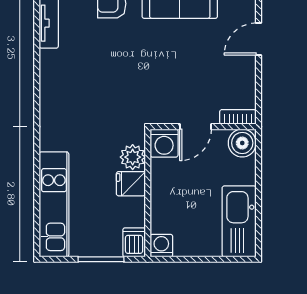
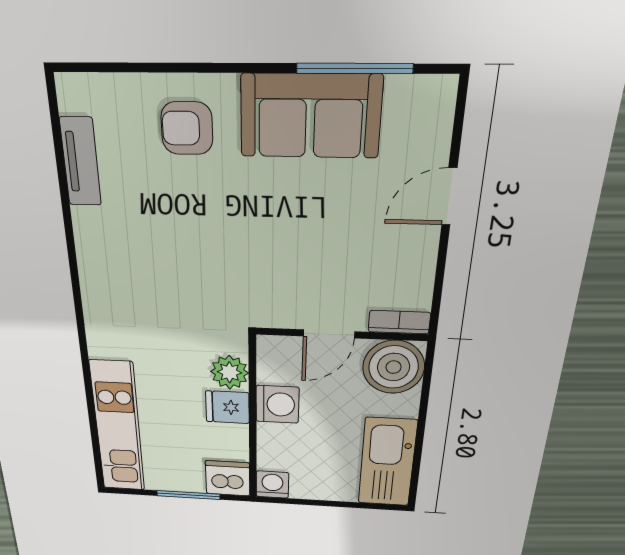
washing machine: (164, 143) -> (277, 404), moved, turned -90
boiler: (242, 143) -> (394, 367), width x1.37, depth x1.37
dishwasher: (134, 242) -> (228, 478), width x1.38

